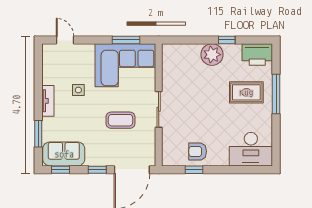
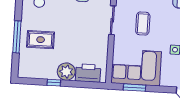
printer: (257, 54) -> (88, 73), moved
sliding door: (159, 109) -> (112, 20), moved
coffee table: (120, 120) -> (143, 24), turned 90

